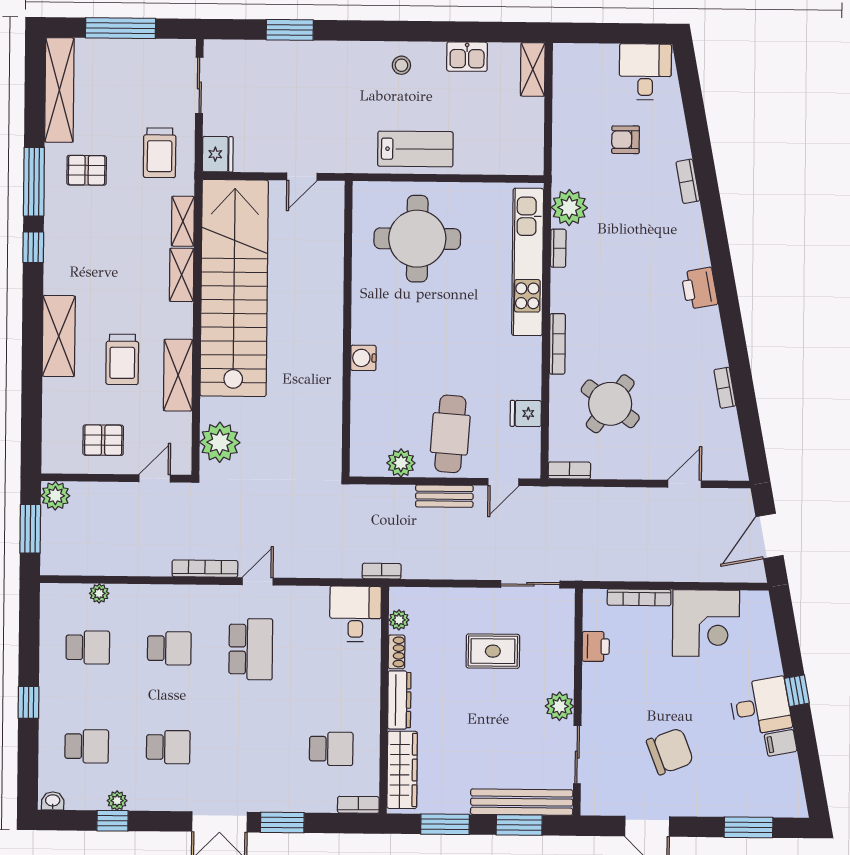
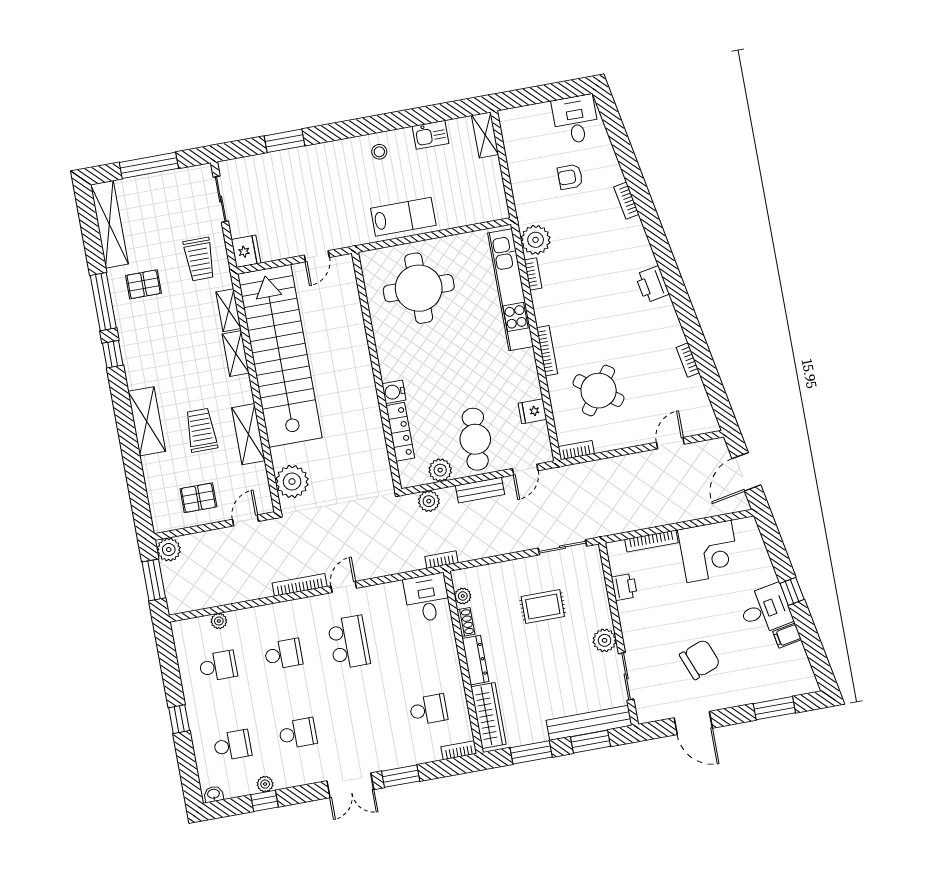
trolley: (122, 359) -> (201, 430), turned 180
locker: (362, 407) -> (400, 432), added
plant: (380, 498) -> (429, 501), added

